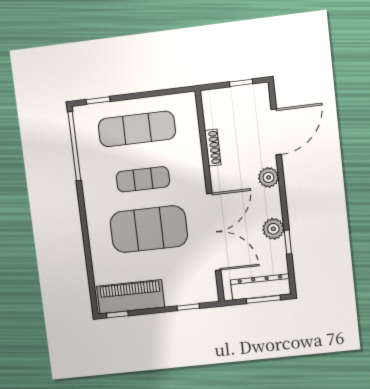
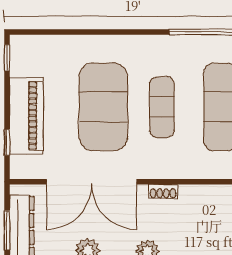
shoe rack: (213, 148) -> (163, 191), moved, width x0.70
piano: (131, 297) -> (26, 116), moved

